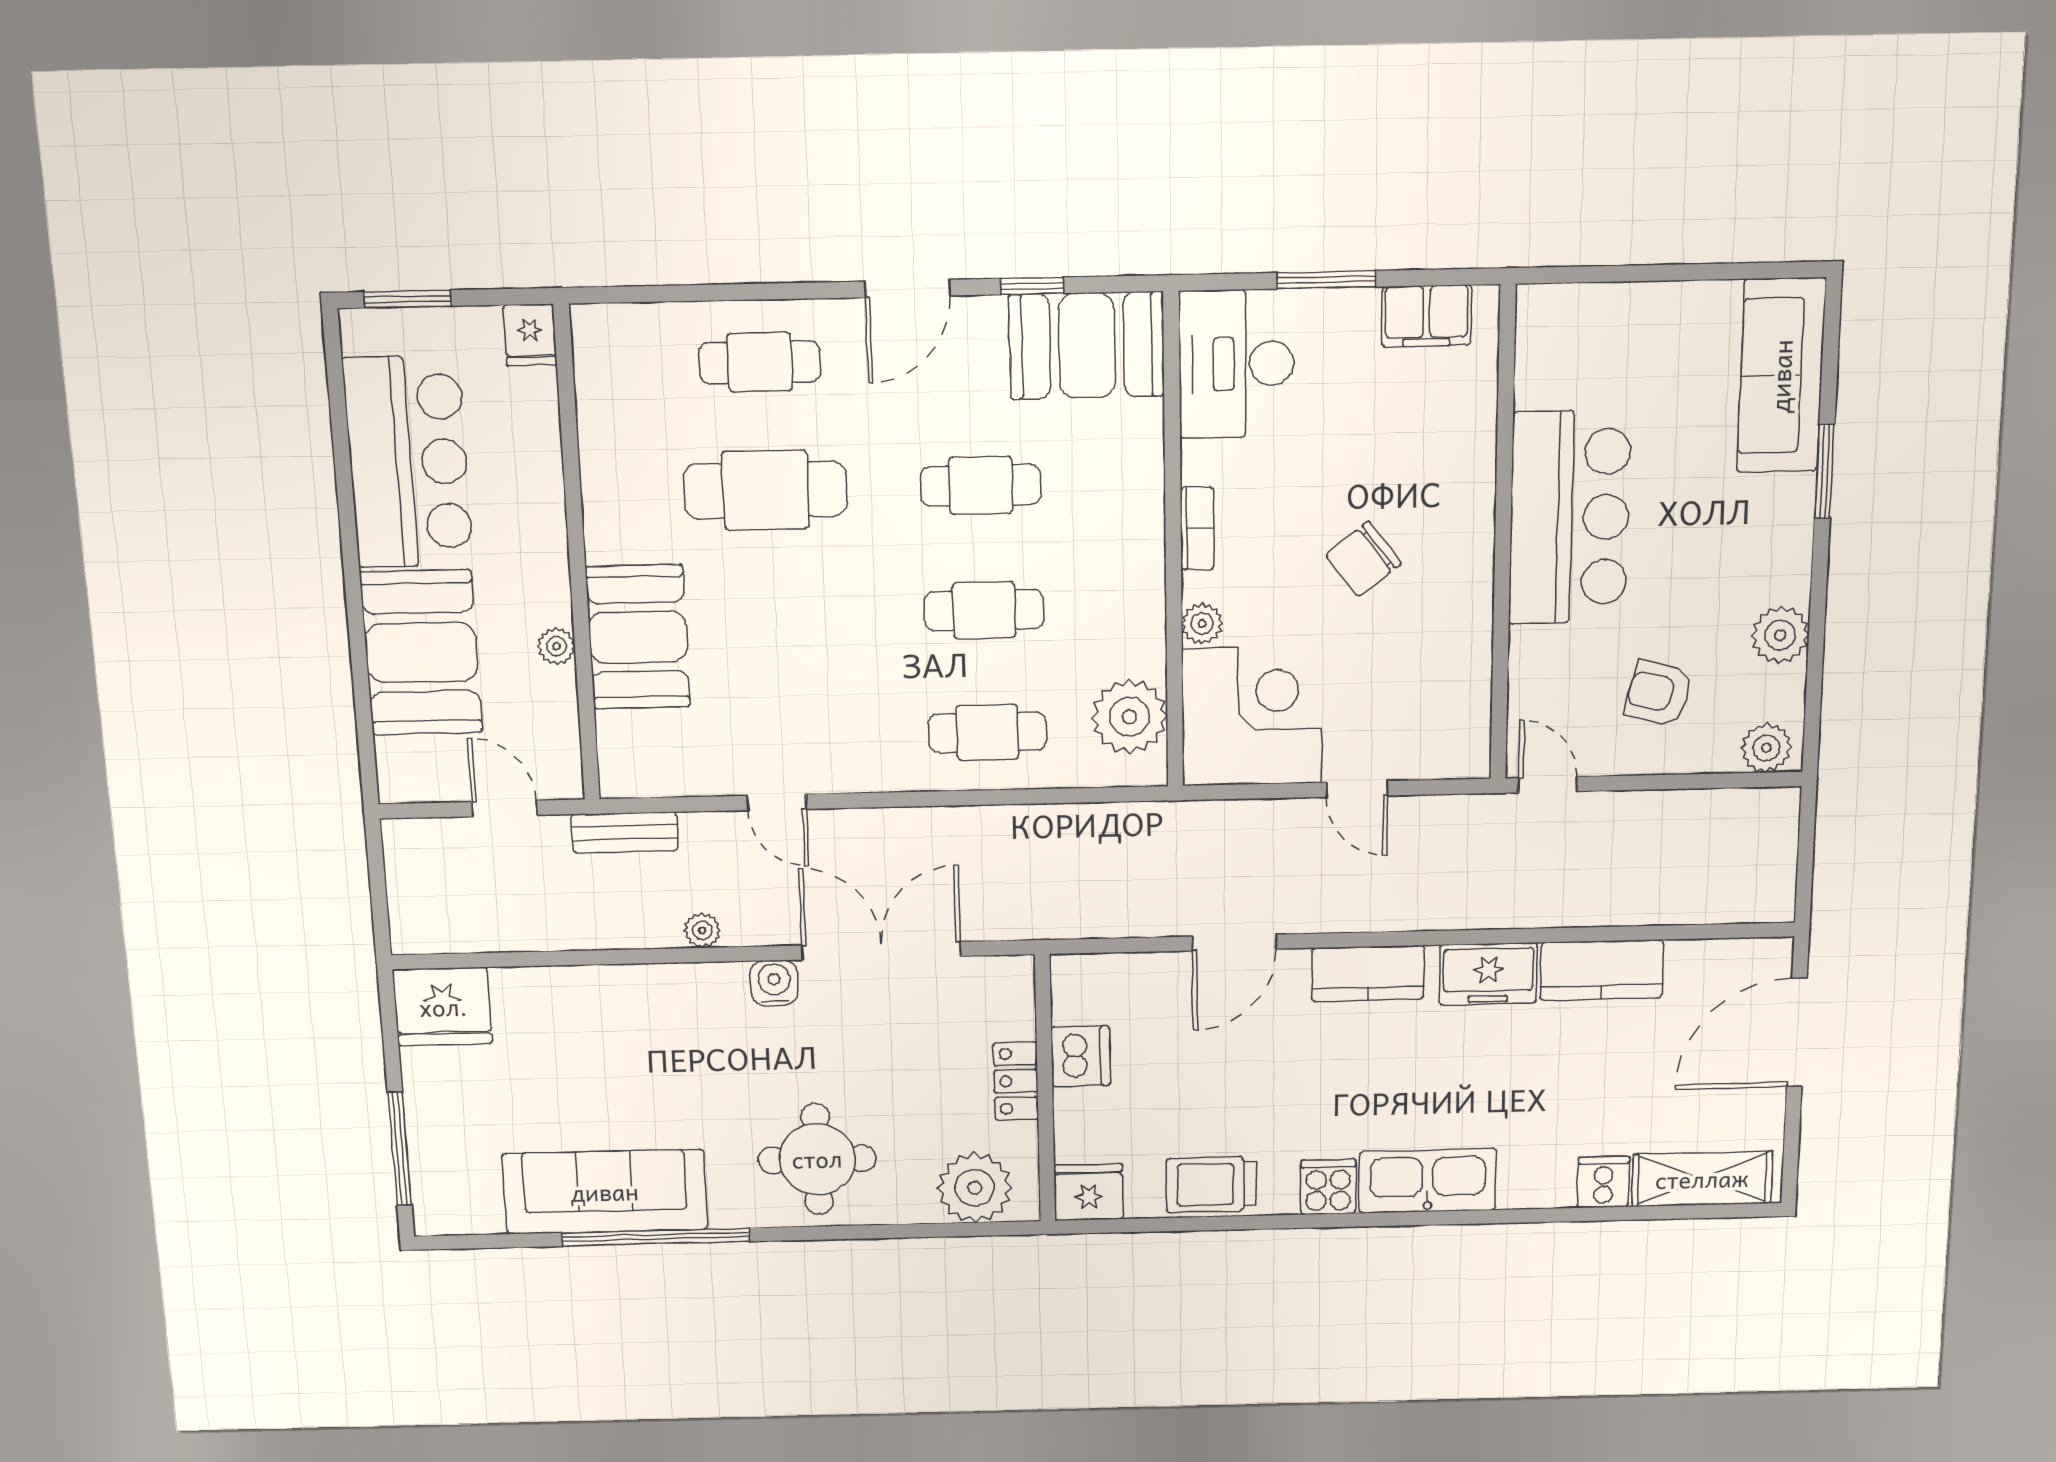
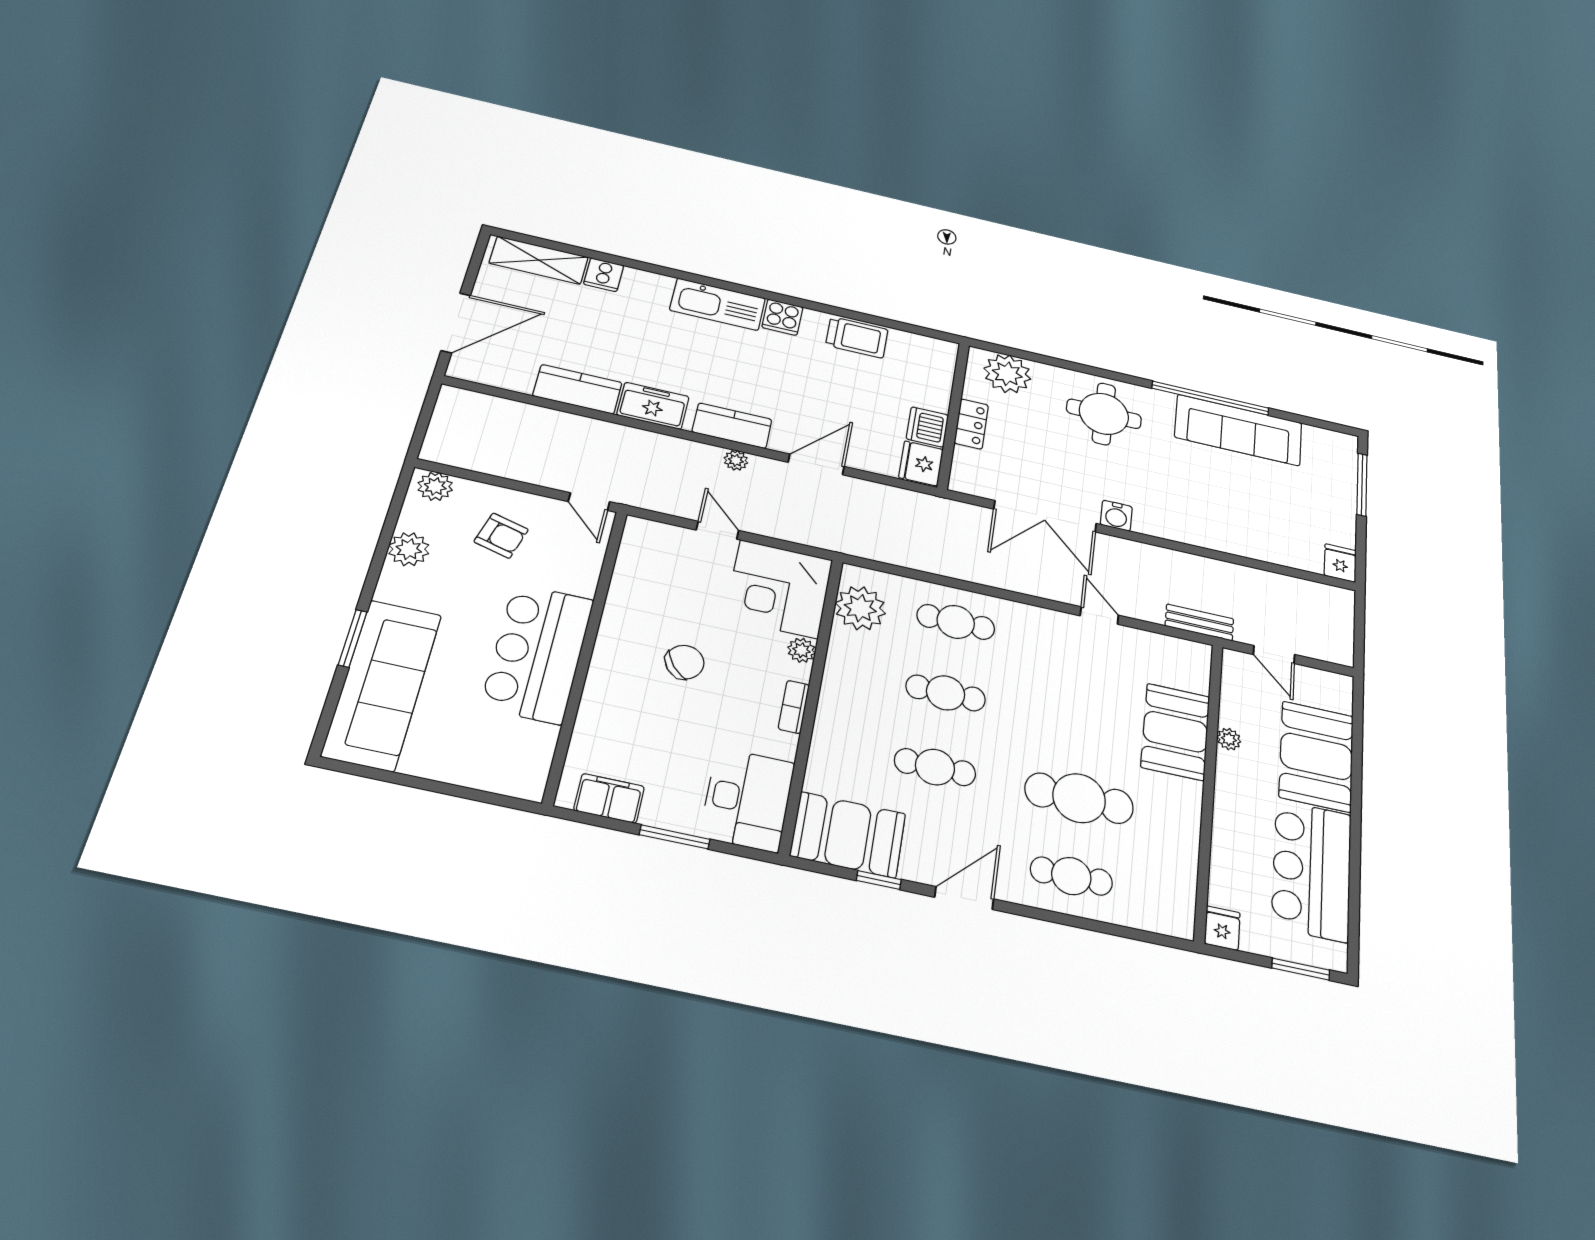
sofa: (1781, 376) -> (382, 684), width x1.36, depth x1.27
plant: (702, 931) -> (736, 460), moved
fridge: (443, 1007) -> (1340, 563), width x0.53, depth x0.75
fridge: (1089, 1192) -> (921, 463), moved, turned 90

